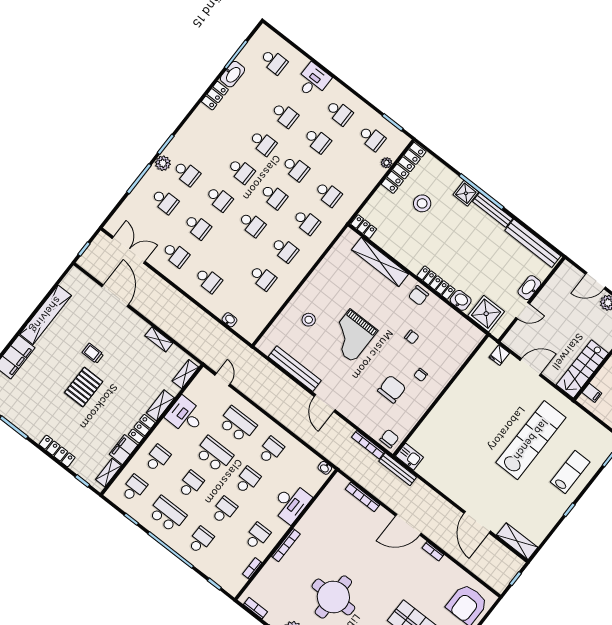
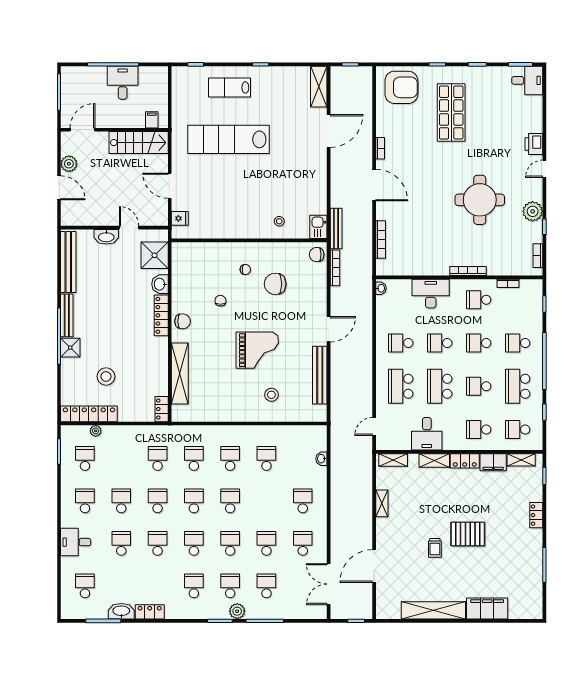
school desk: (208, 145) -> (194, 586), added
stool: (437, 430) -> (279, 221), added
locker: (57, 451) -> (536, 515), width x0.66

